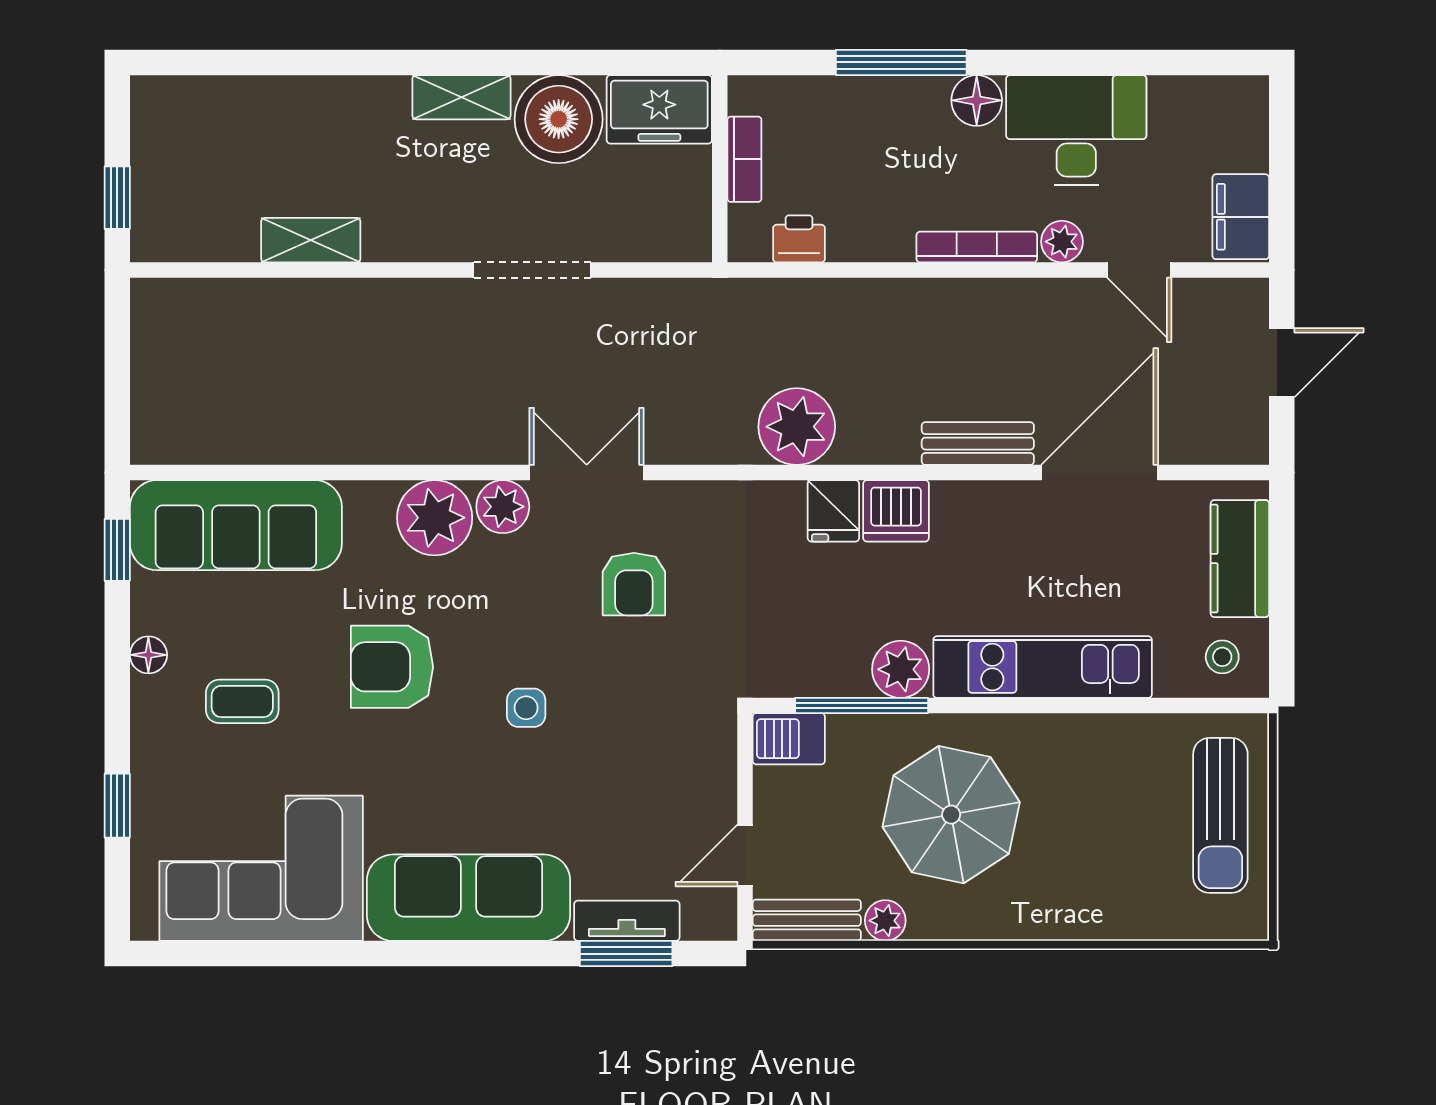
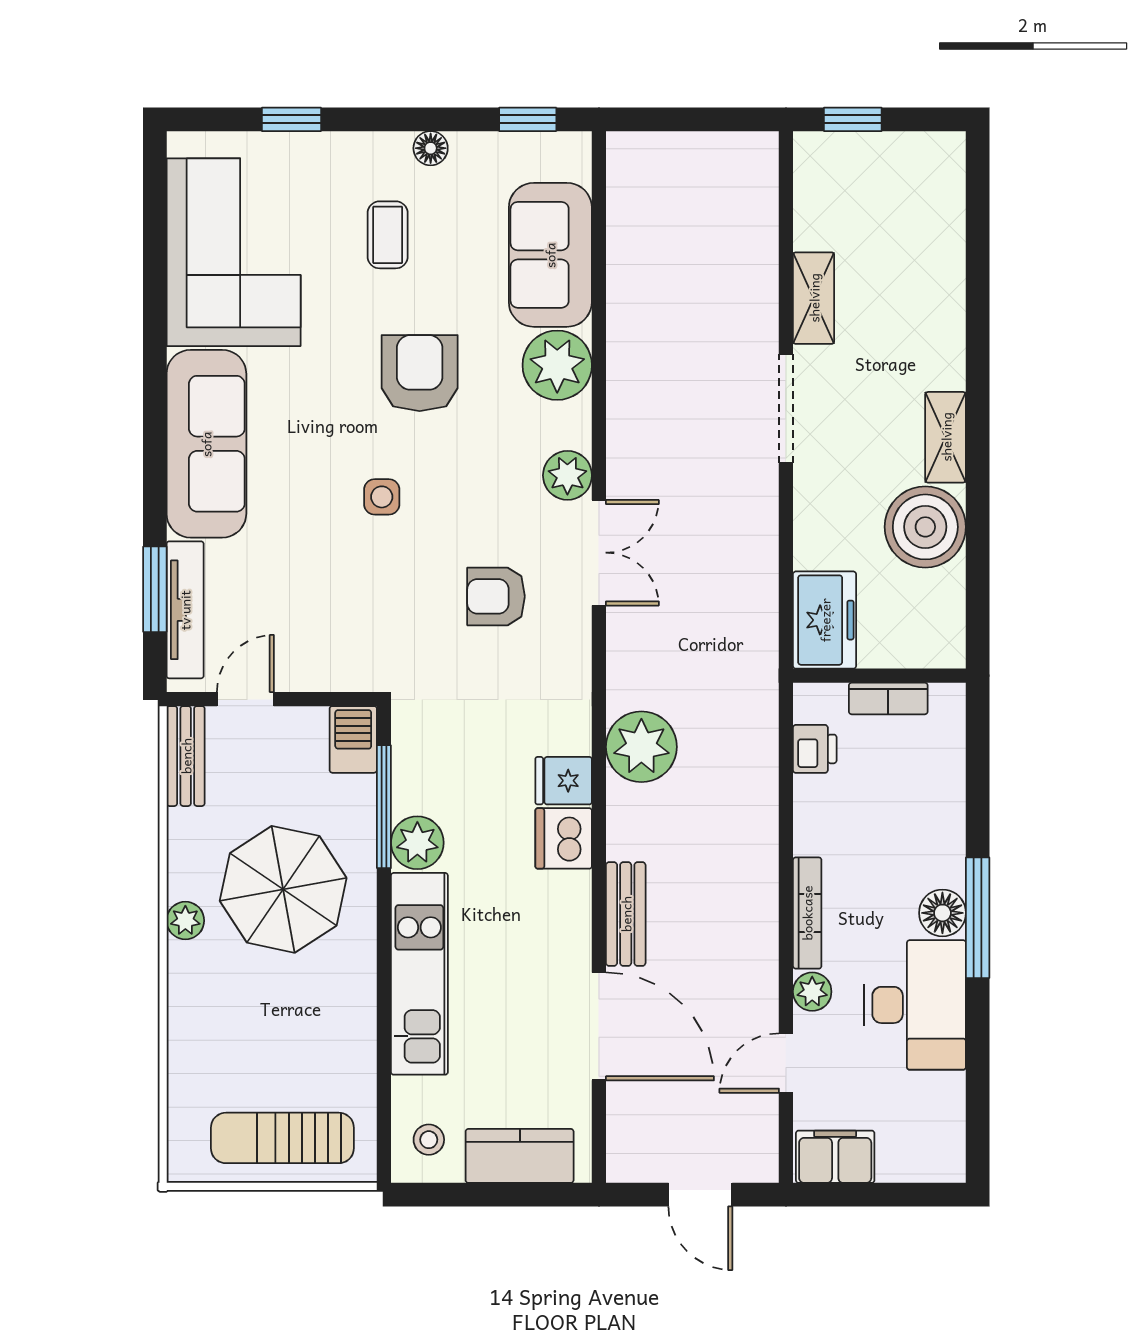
window: (901, 62) -> (978, 918), moved
freezer: (659, 109) -> (825, 620), moved, turned 180
doorway: (532, 270) -> (786, 409), moved
plant: (435, 518) -> (557, 365), moved
sofa: (236, 525) -> (550, 255), width x0.73
door: (745, 855) -> (245, 699), hinge flipped
tv unit: (627, 921) -> (185, 610), width x1.41
plant: (885, 921) -> (185, 921), moved

